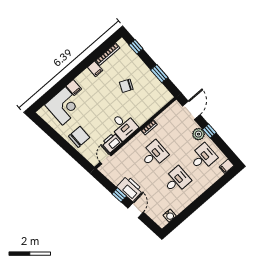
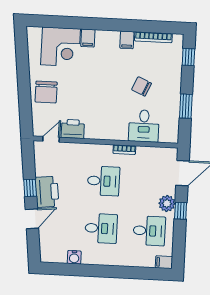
desk: (123, 126) -> (144, 126), moved
chair: (79, 137) -> (46, 92), turned 90
water cooler: (170, 216) -> (74, 257), moved

